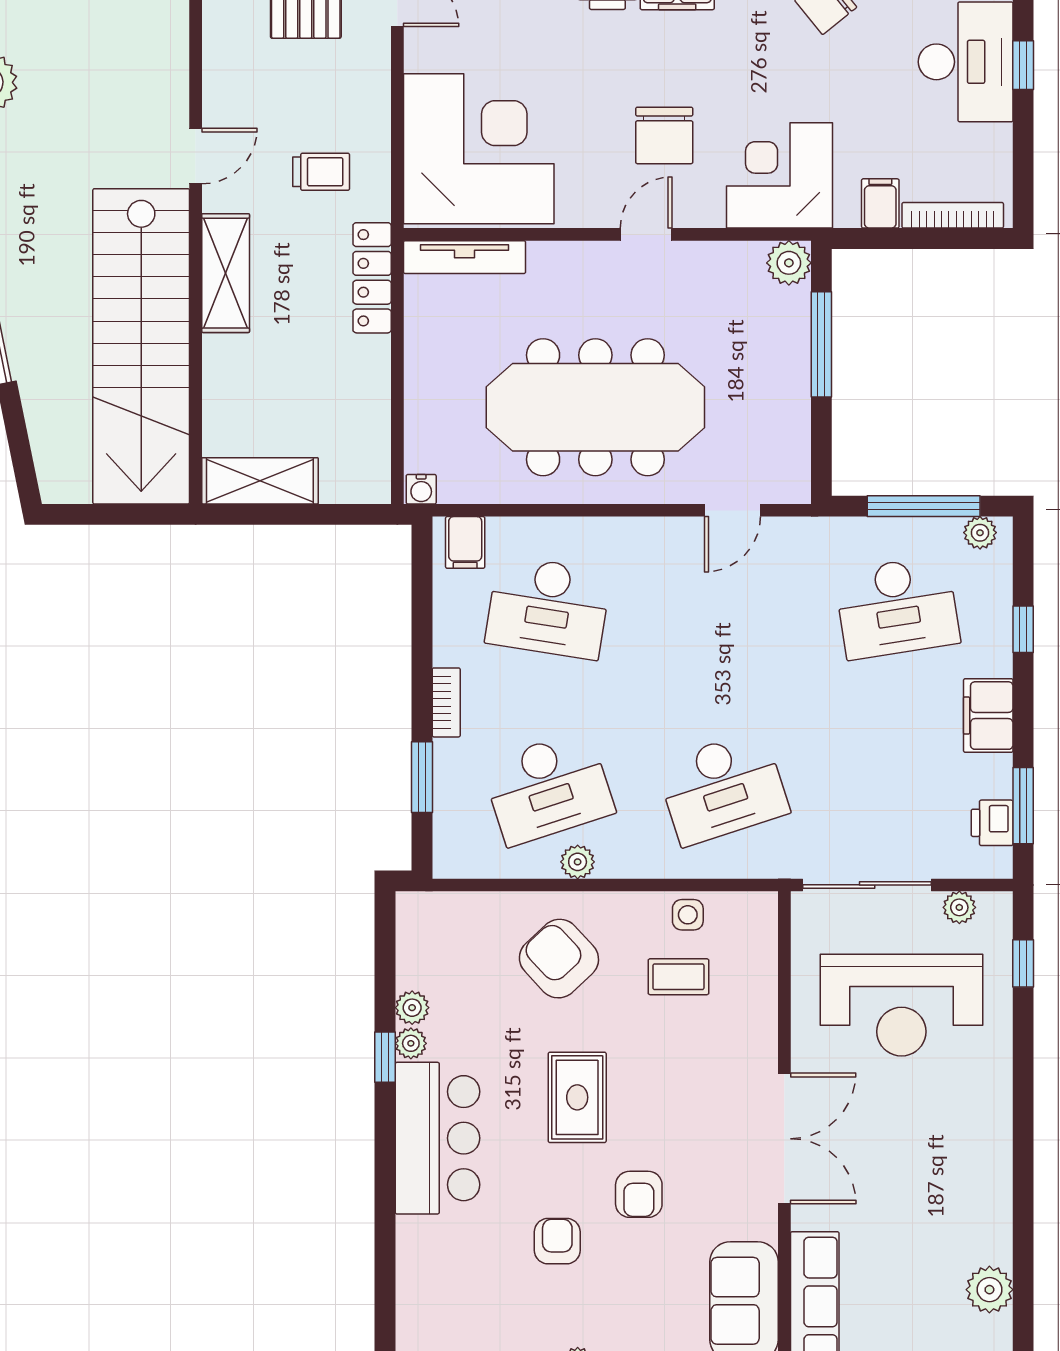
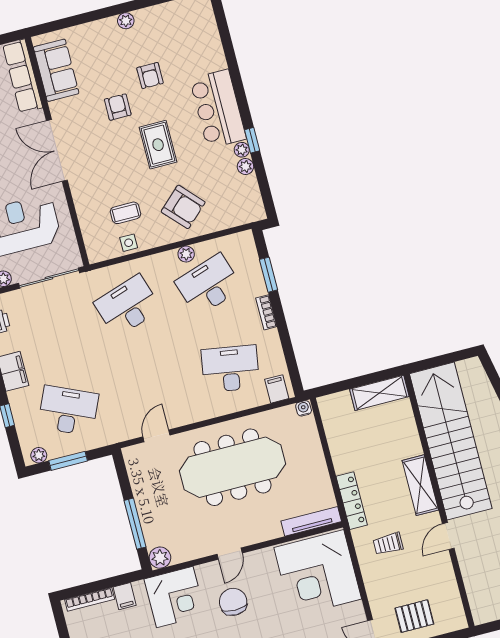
window: (924, 506) -> (68, 461), width x0.69
desk: (897, 607) -> (68, 411), turned 33

